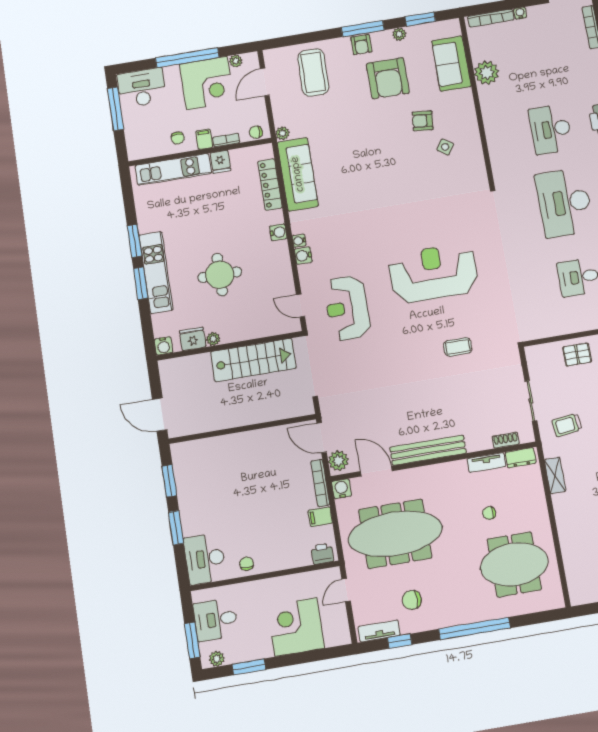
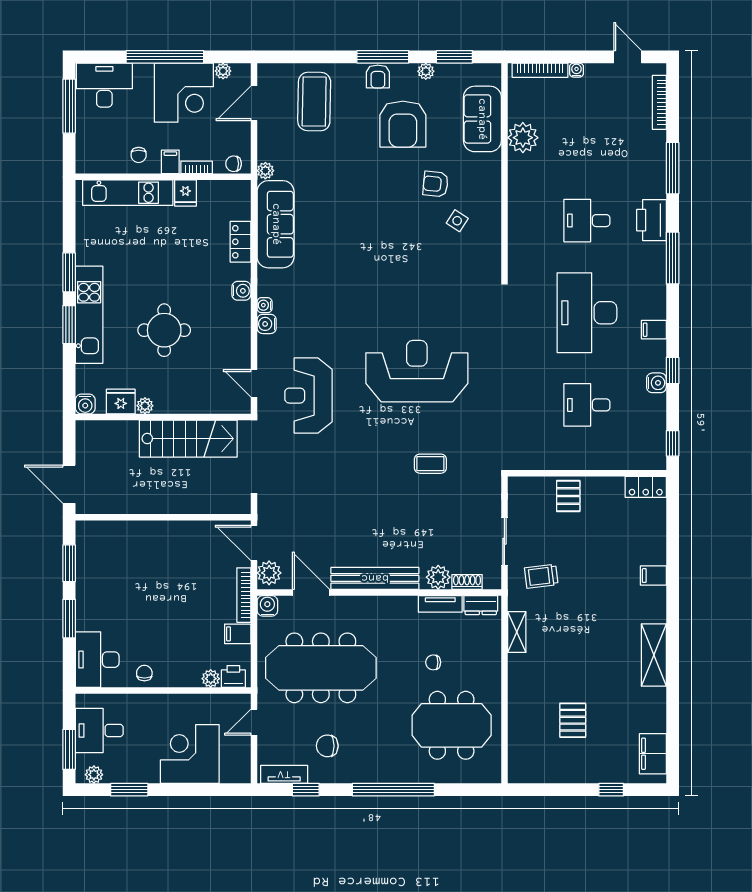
desk: (551, 129) -> (587, 221), width x0.73
locker: (270, 185) -> (240, 242), width x0.66
pallet: (577, 354) -> (568, 496), turned 90
plant: (481, 440) -> (438, 577), added
plant: (304, 559) -> (211, 679), added

